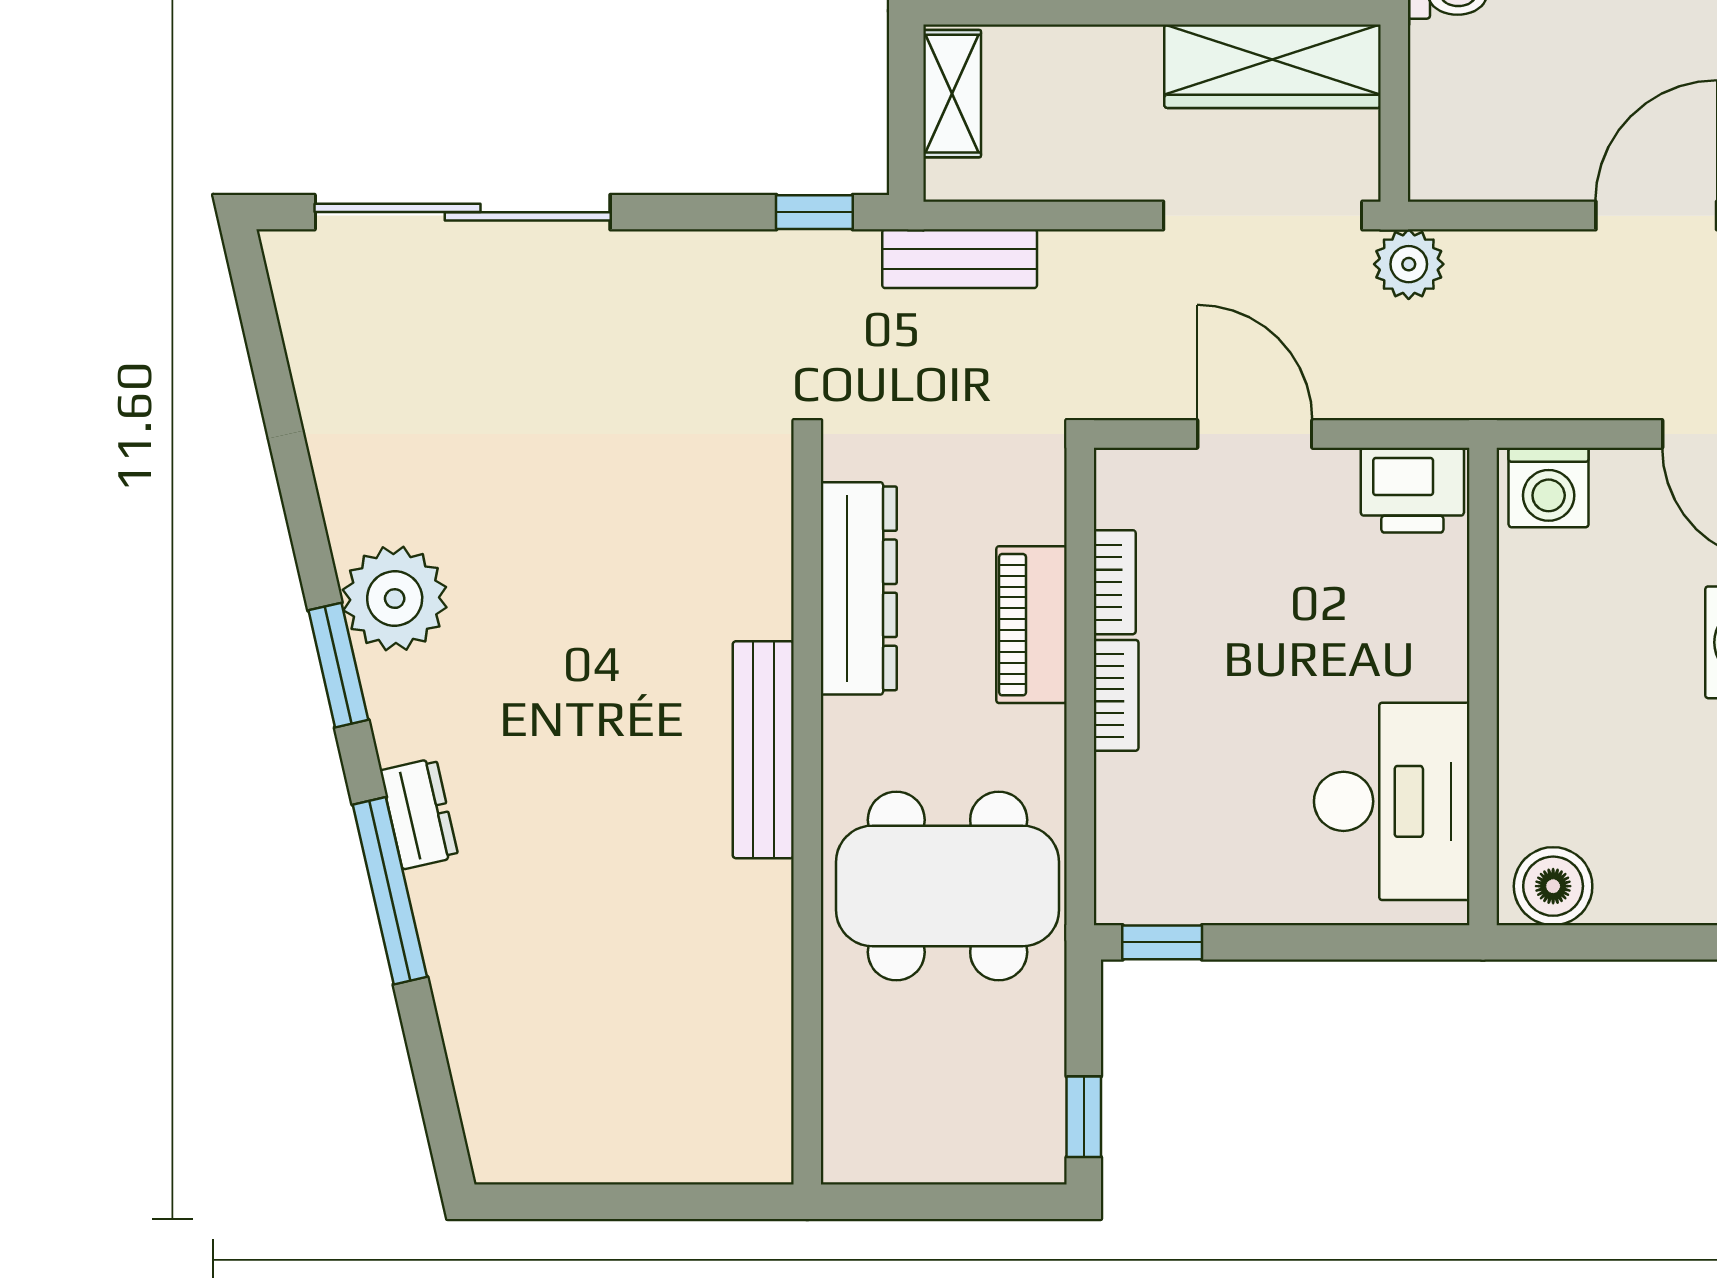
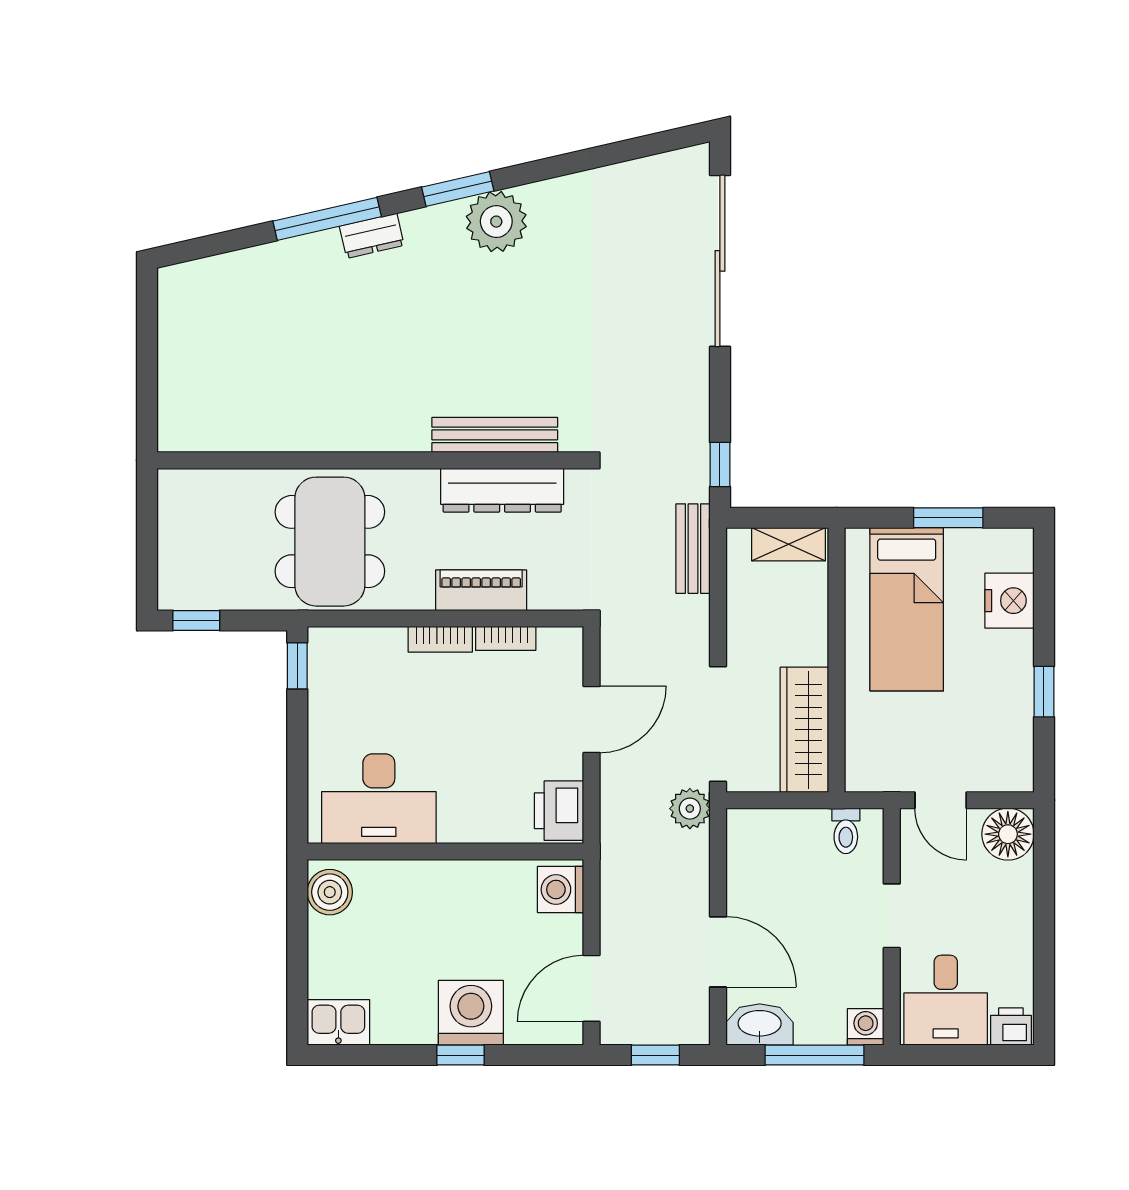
bench: (763, 750) -> (495, 435), moved

